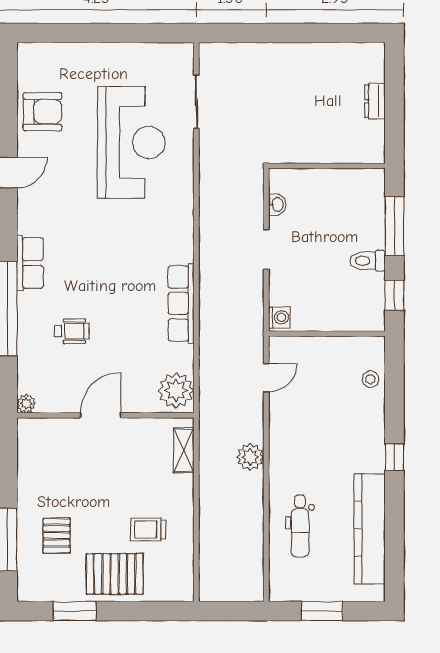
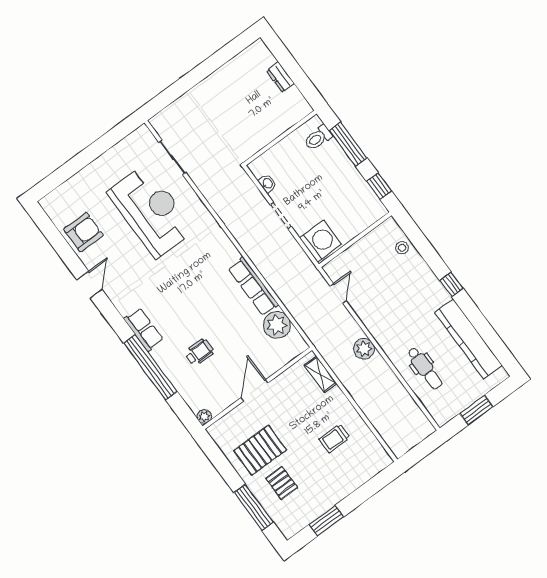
toilet: (367, 261) -> (318, 138), moved
washing machine: (279, 317) -> (321, 241), width x1.89, depth x1.89
plant: (176, 390) -> (277, 325), moved
pallet: (115, 574) -> (260, 450), moved

